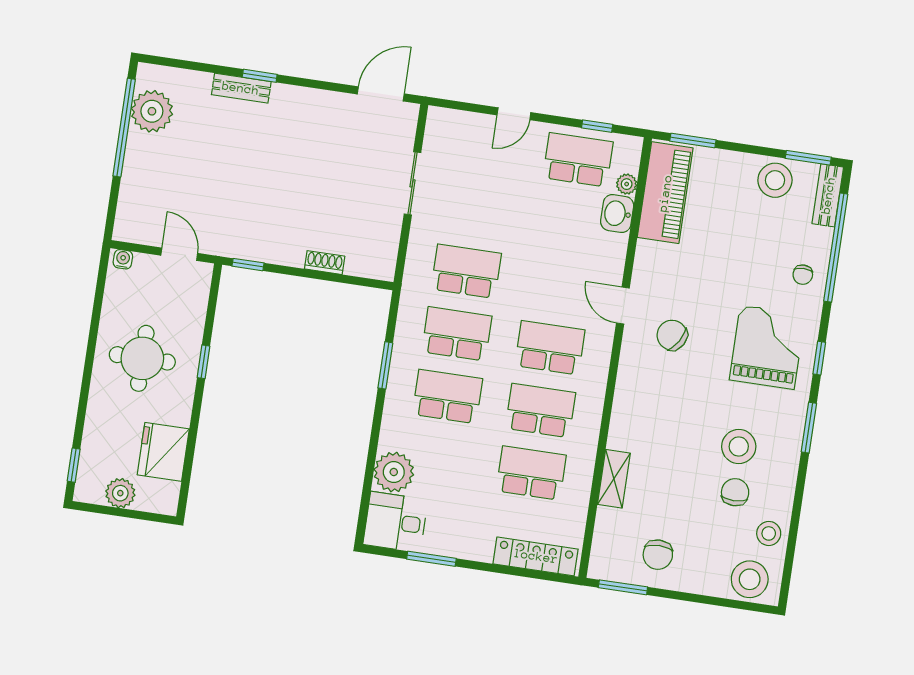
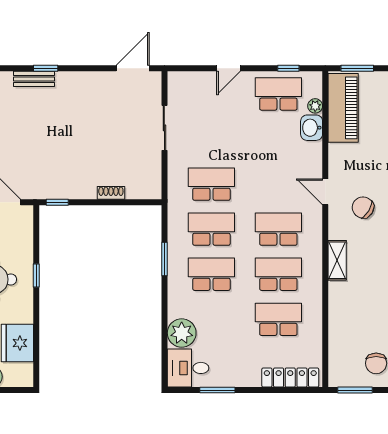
shelving: (614, 479) -> (337, 260), moved

